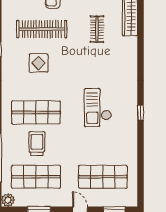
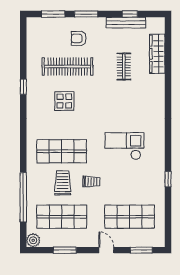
checkout: (98, 107) -> (124, 146), turned 90
window: (140, 113) -> (168, 179), moved
trolley: (65, 142) -> (91, 182), added

